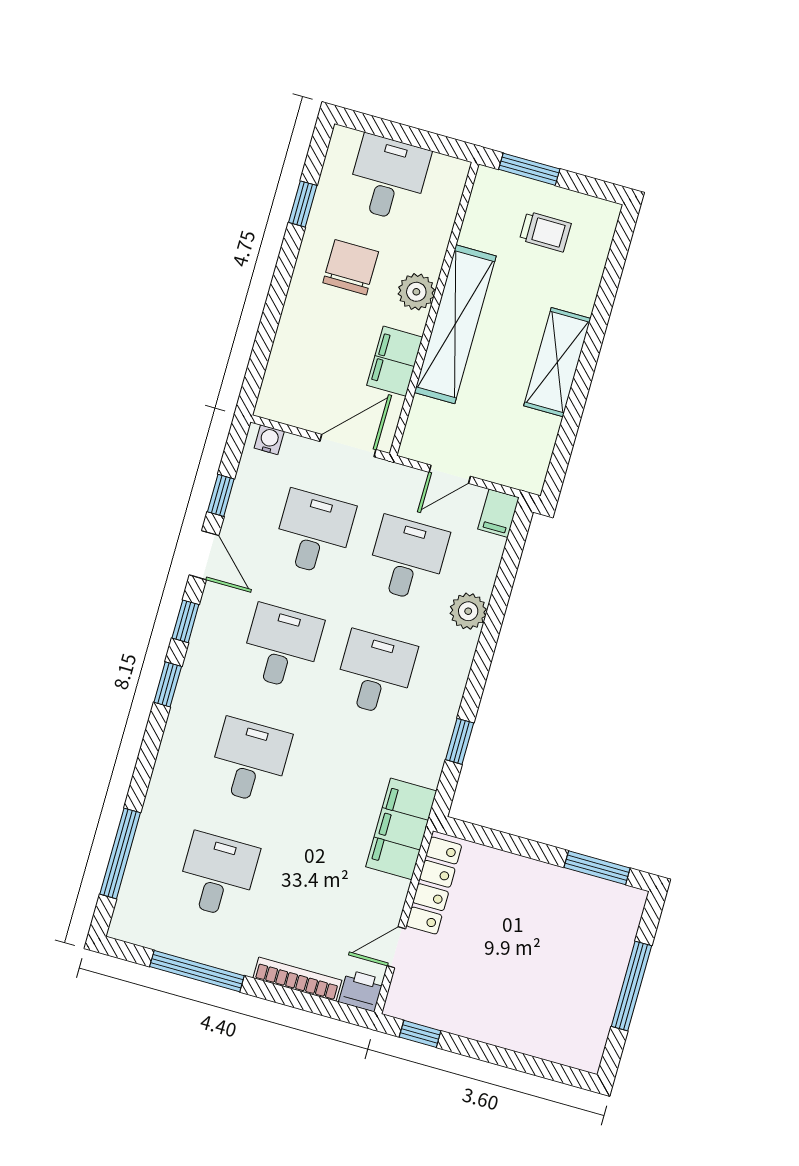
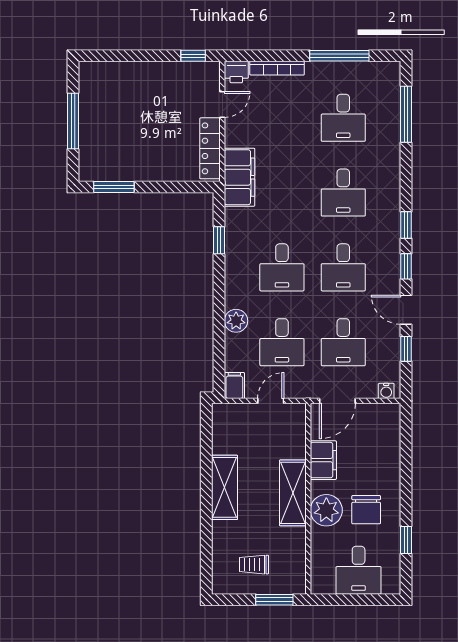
plant: (416, 292) -> (326, 510), width x1.36, depth x1.36
shelving: (455, 324) -> (293, 493), width x0.68

